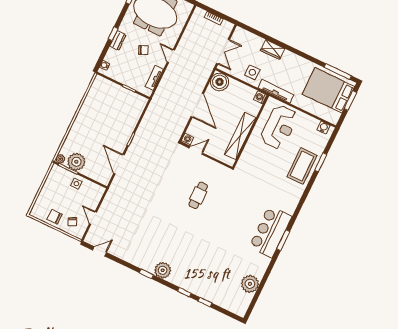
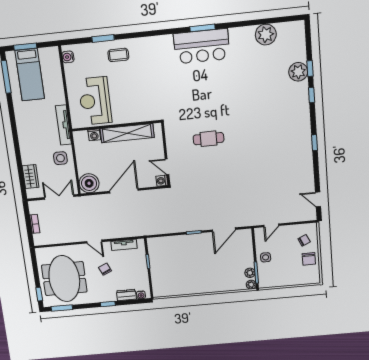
dresser: (118, 41) -> (126, 295), moved
wardrobe: (273, 49) -> (31, 177), moved
door: (171, 56) -> (94, 242), hinge flipped
bed: (328, 90) -> (30, 75), width x0.67
washing machine: (260, 97) -> (94, 135), moved
reception desk: (279, 127) -> (95, 101), turned -90
plant: (76, 162) -> (250, 273), width x0.53, depth x0.53
coffee table: (302, 166) -> (118, 55), width x0.54, depth x0.58
door: (93, 218) -> (271, 225), moved
plant: (163, 270) -> (298, 72), moved

